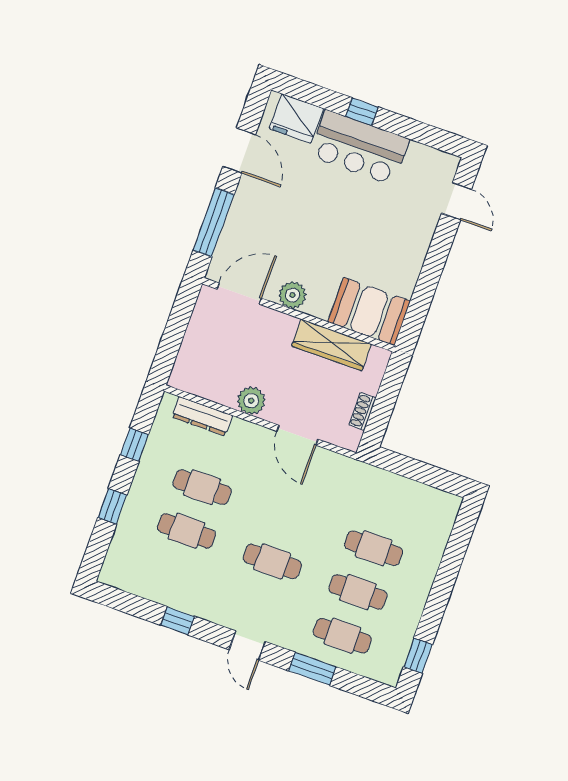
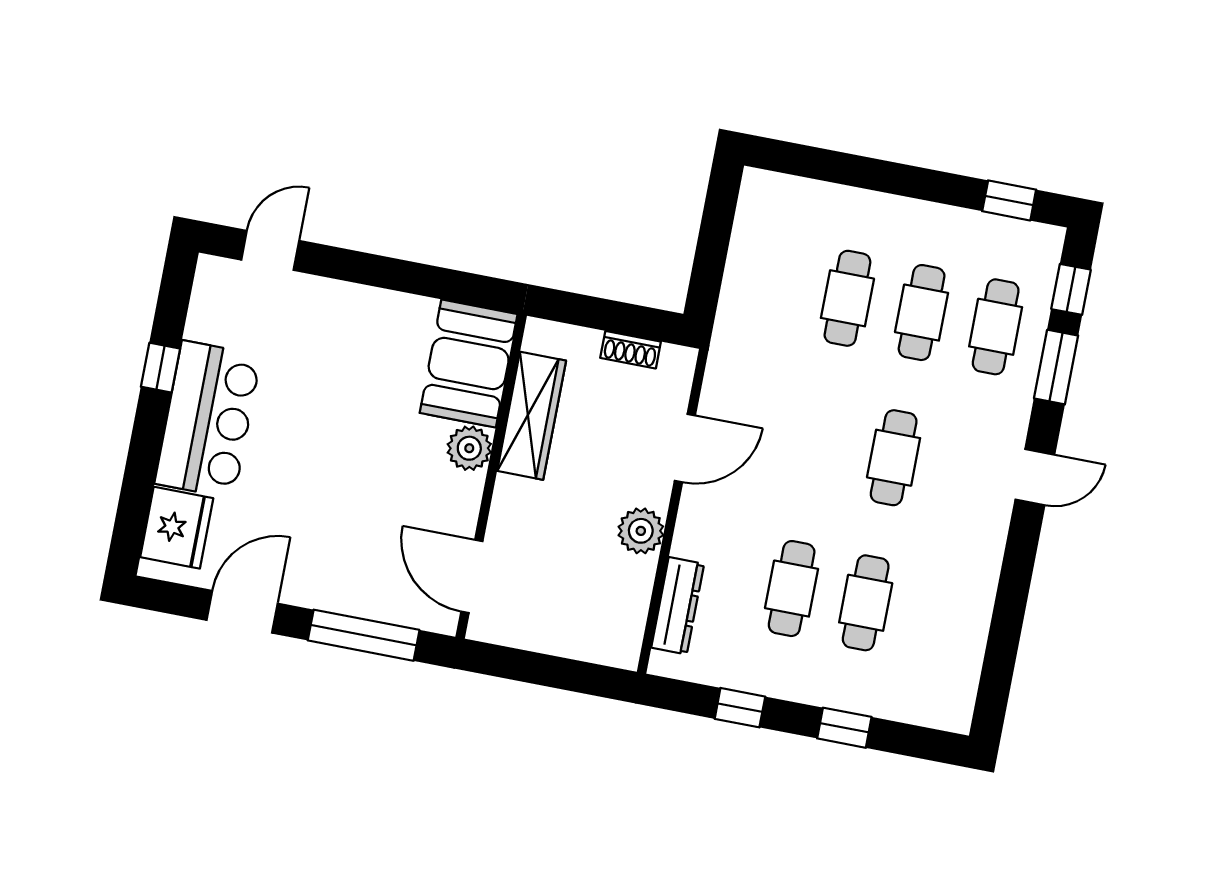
window: (362, 112) -> (161, 368), moved
plant: (292, 295) -> (469, 448), moved
window: (177, 621) -> (1071, 289), moved

